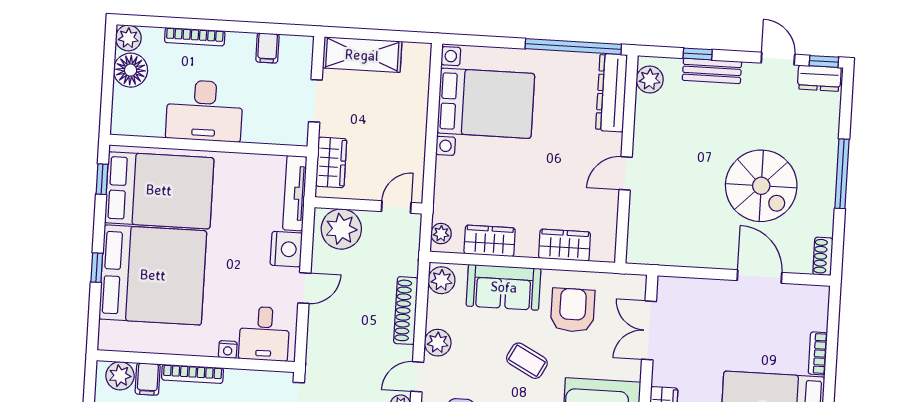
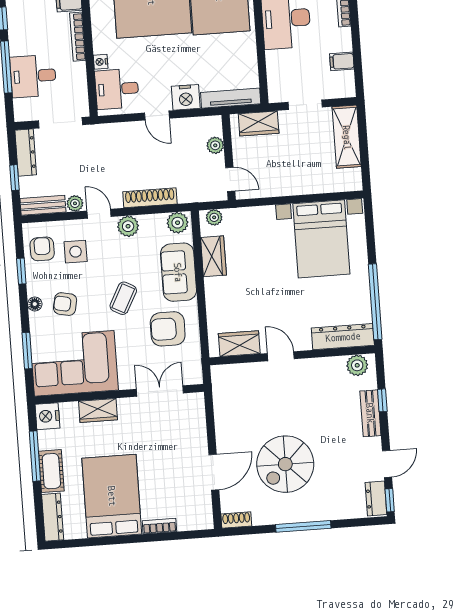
plant: (341, 229) -> (215, 145), width x0.53, depth x0.53
wardrobe: (564, 245) -> (239, 344), moved, turned -90
armchair: (573, 310) -> (168, 329), turned 180

